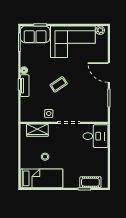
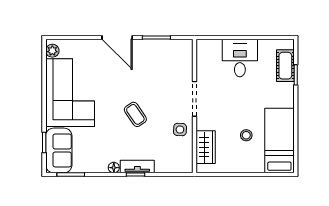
door: (109, 72) -> (117, 37), hinge flipped
desk: (95, 136) -> (240, 58), moved

